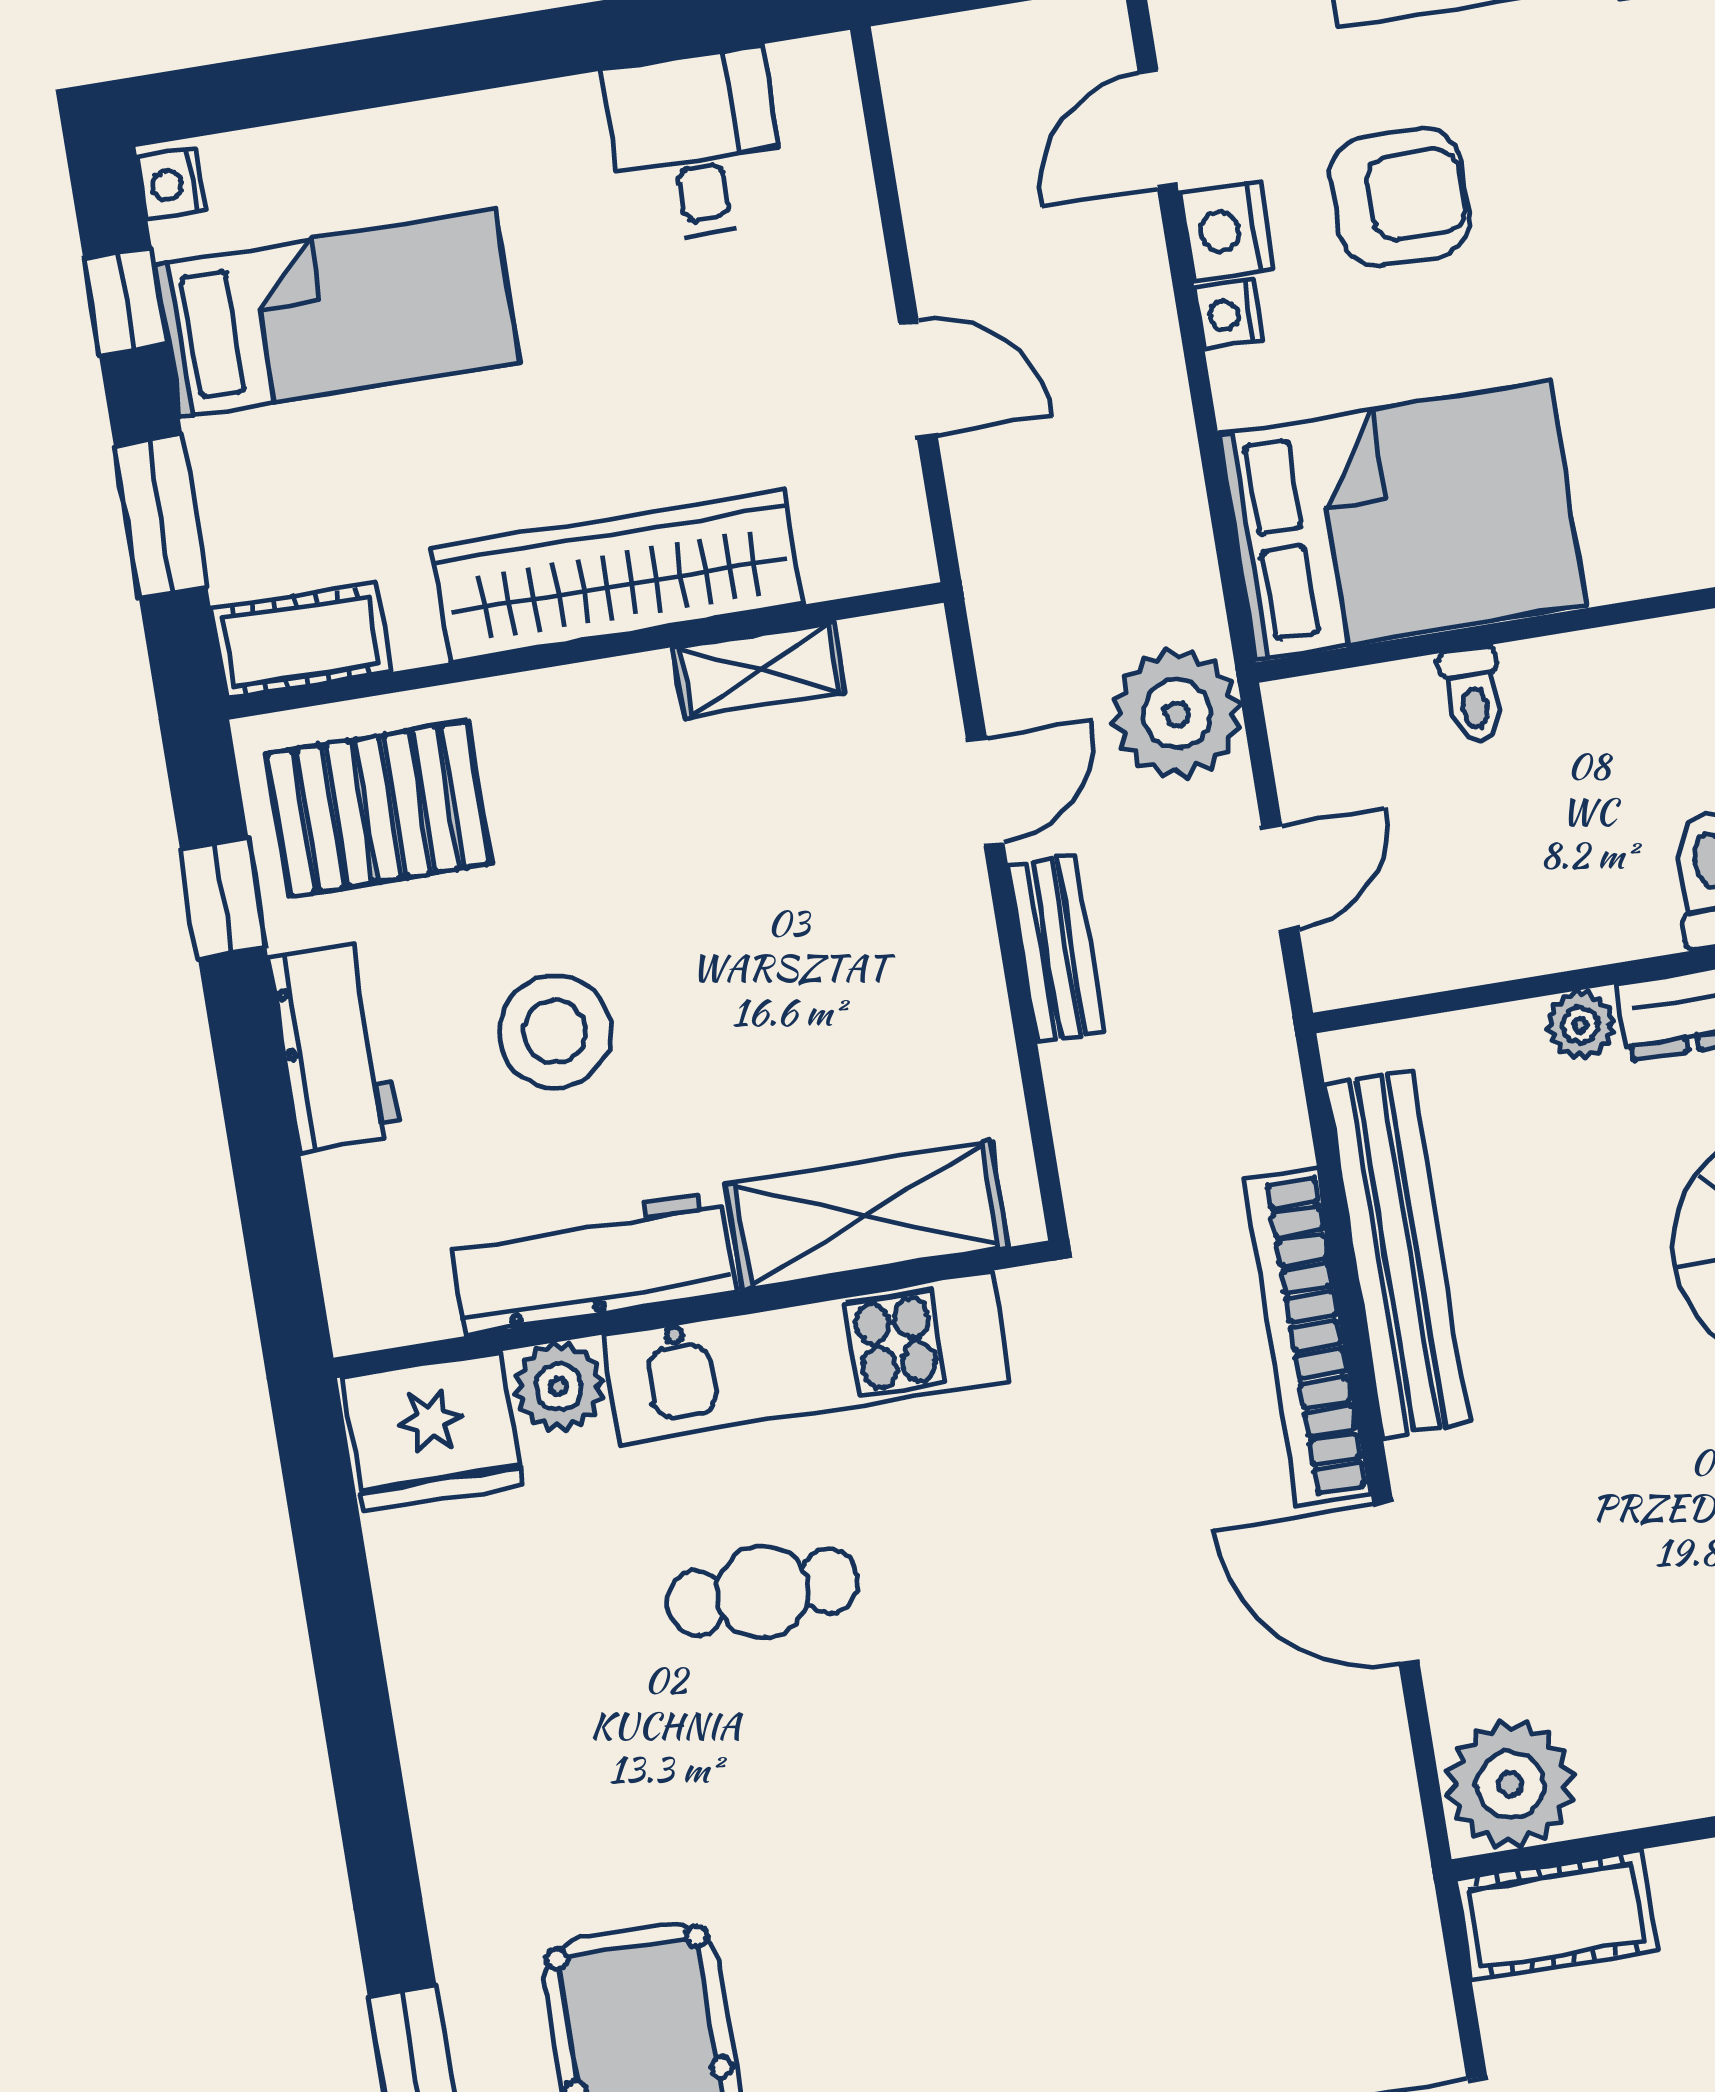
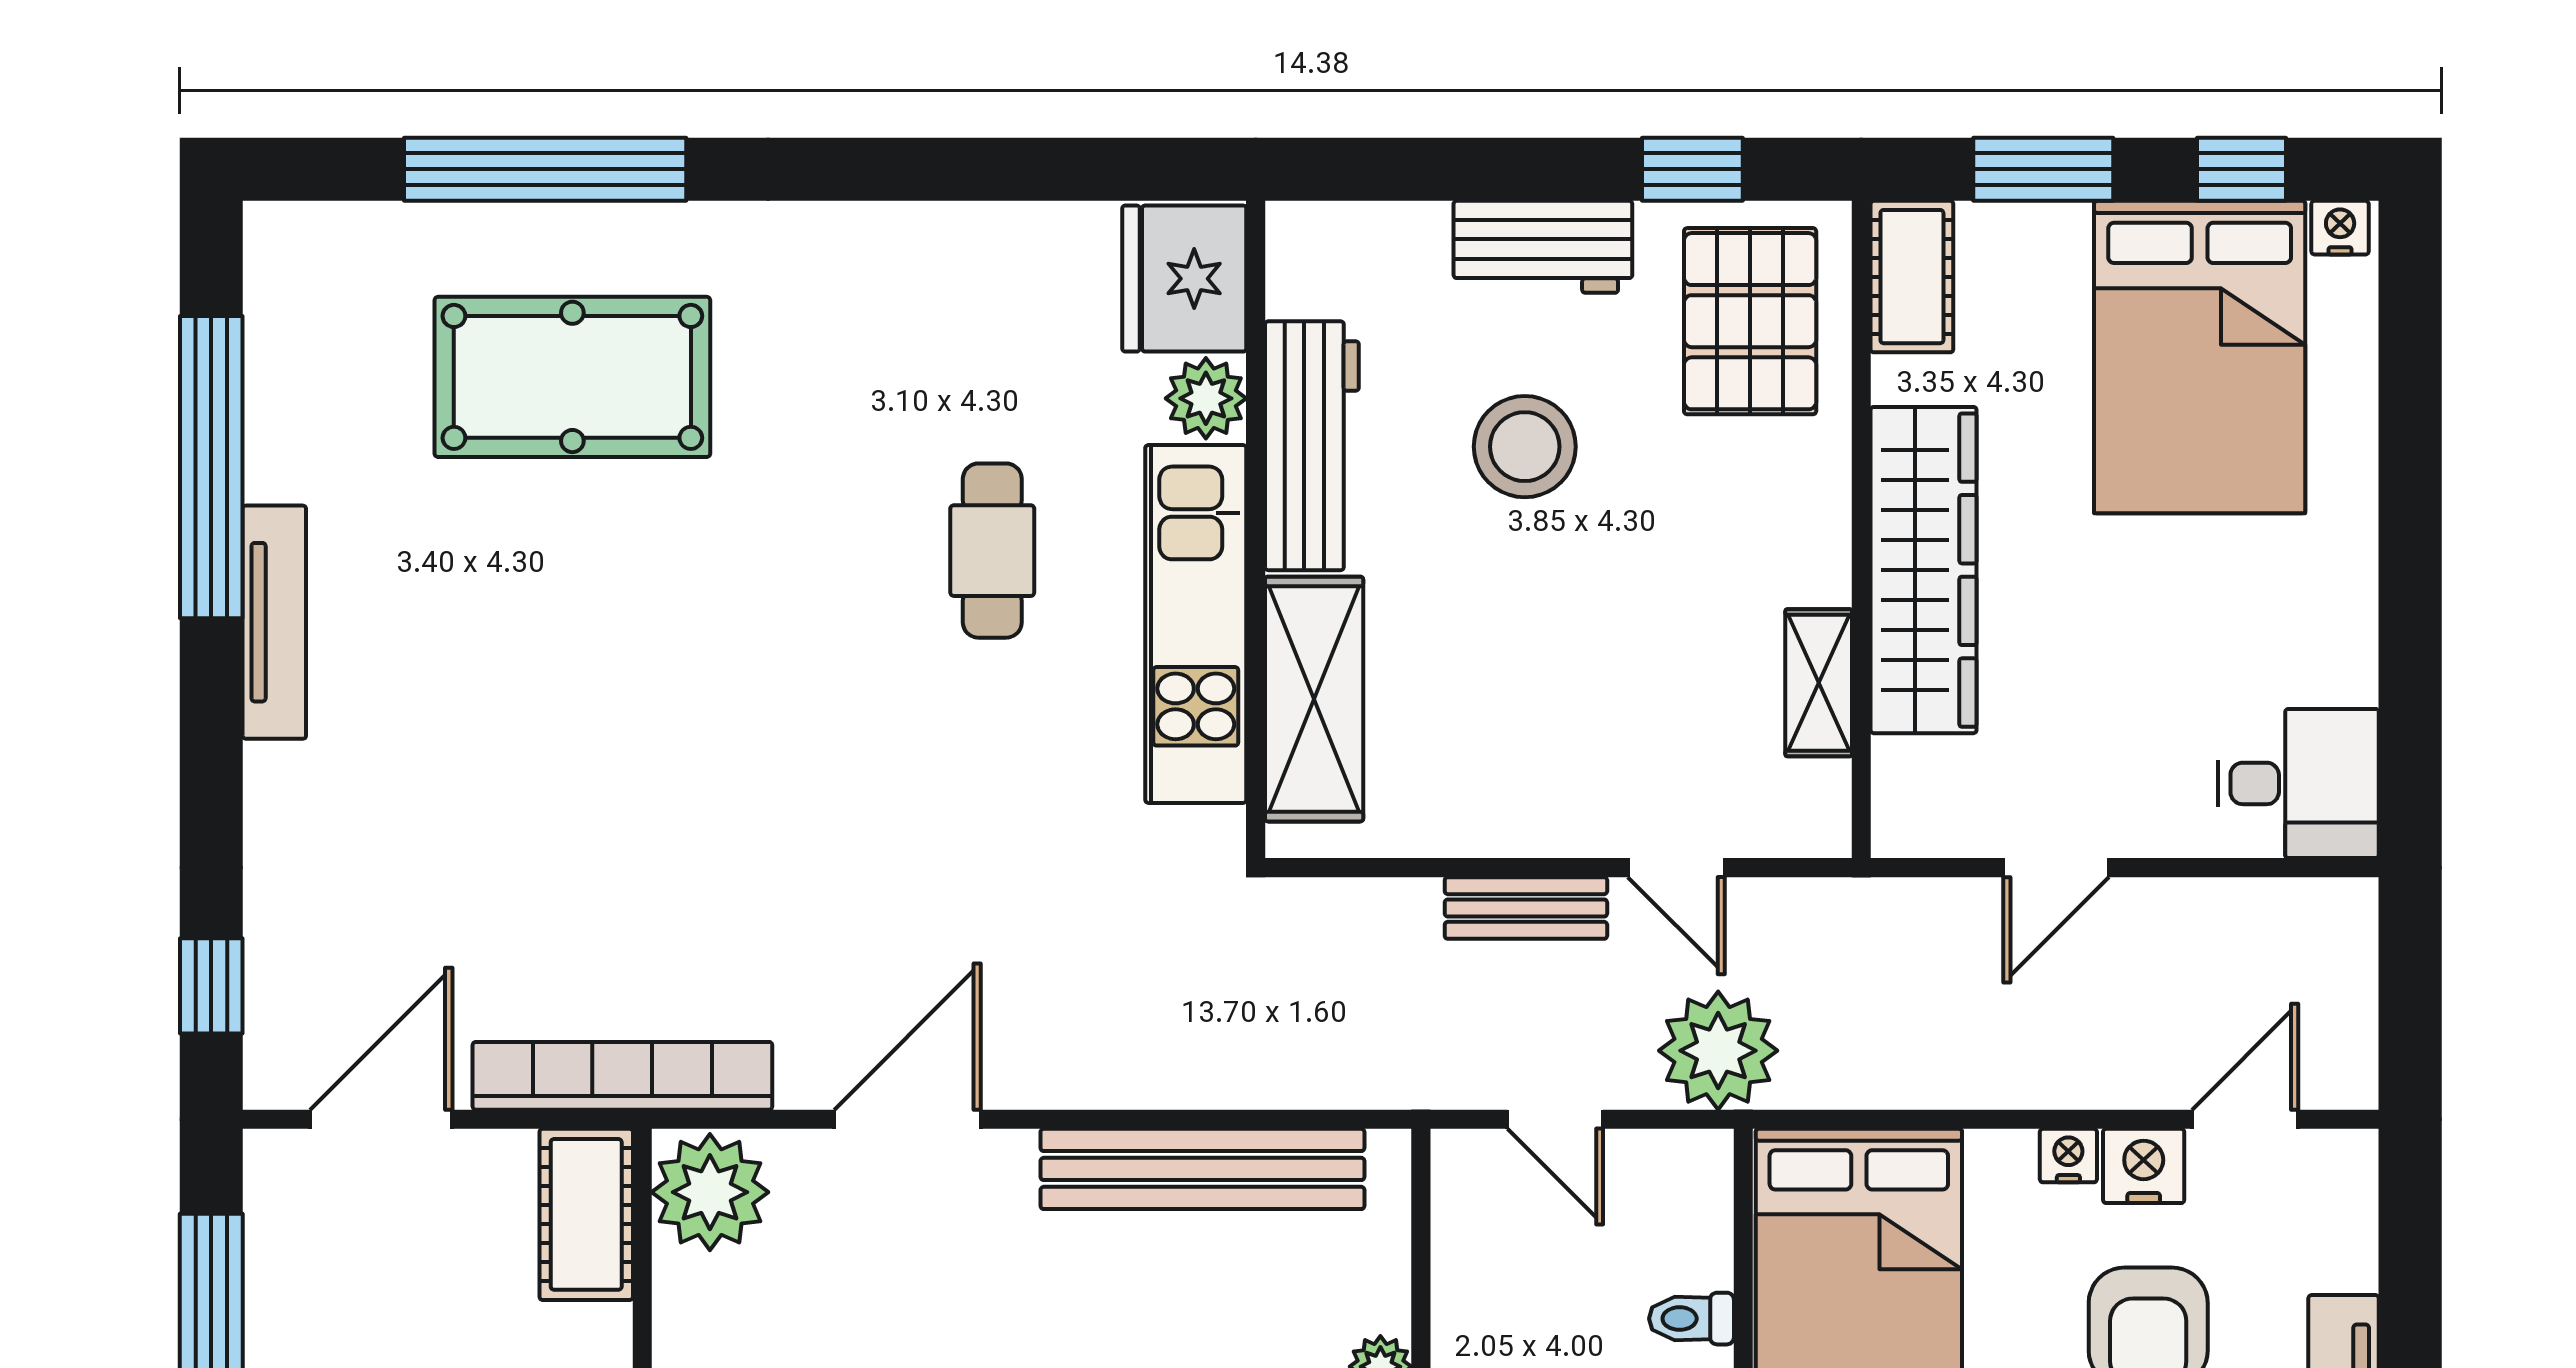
door: (1158, 129) -> (2245, 1119), hinge flipped
desk: (696, 145) -> (2298, 783), moved
bed: (337, 314) -> (2200, 357), width x1.50
bookcase: (1307, 1337) -> (622, 1076), moved

